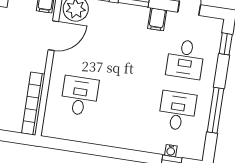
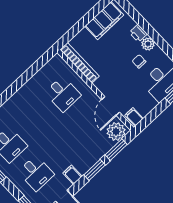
desk: (185, 59) -> (36, 173), turned 180

